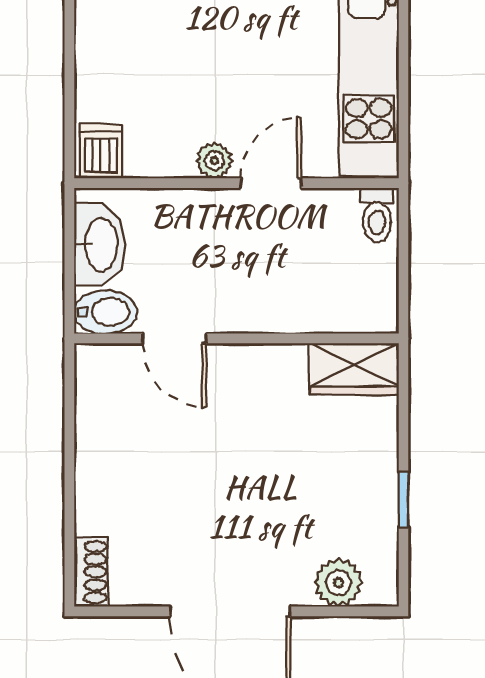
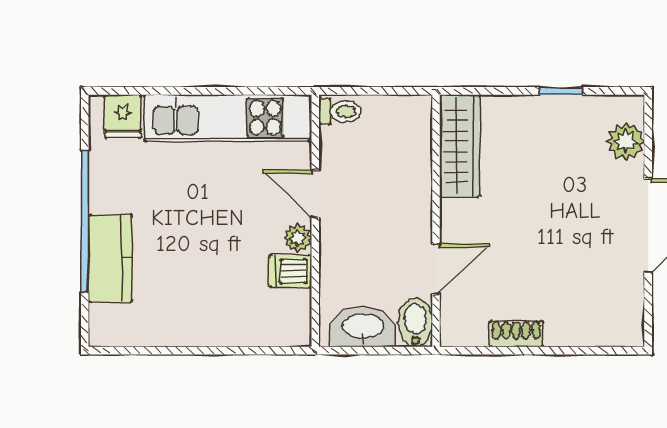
dishwasher: (101, 151) -> (290, 271), moved
wardrobe: (355, 369) -> (460, 146), width x1.50
shoe rack: (91, 572) -> (516, 334), moved

